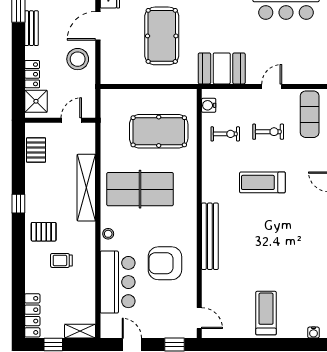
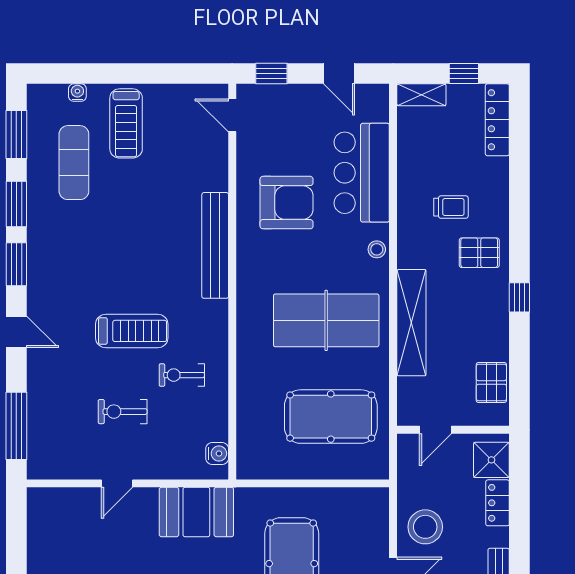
exercise mat: (310, 114) -> (74, 163), moved
pool table: (159, 131) -> (331, 417), moved
exercise bike: (225, 134) -> (182, 375), moved
water cooler: (313, 333) -> (77, 93), moved

